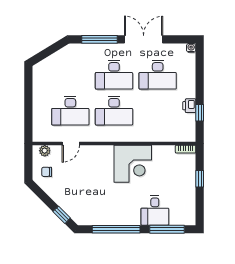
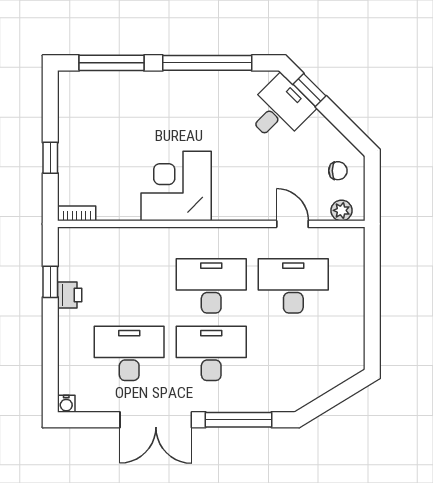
door: (71, 144) -> (292, 224), hinge flipped
desk: (155, 210) -> (279, 110), moved, turned 45

